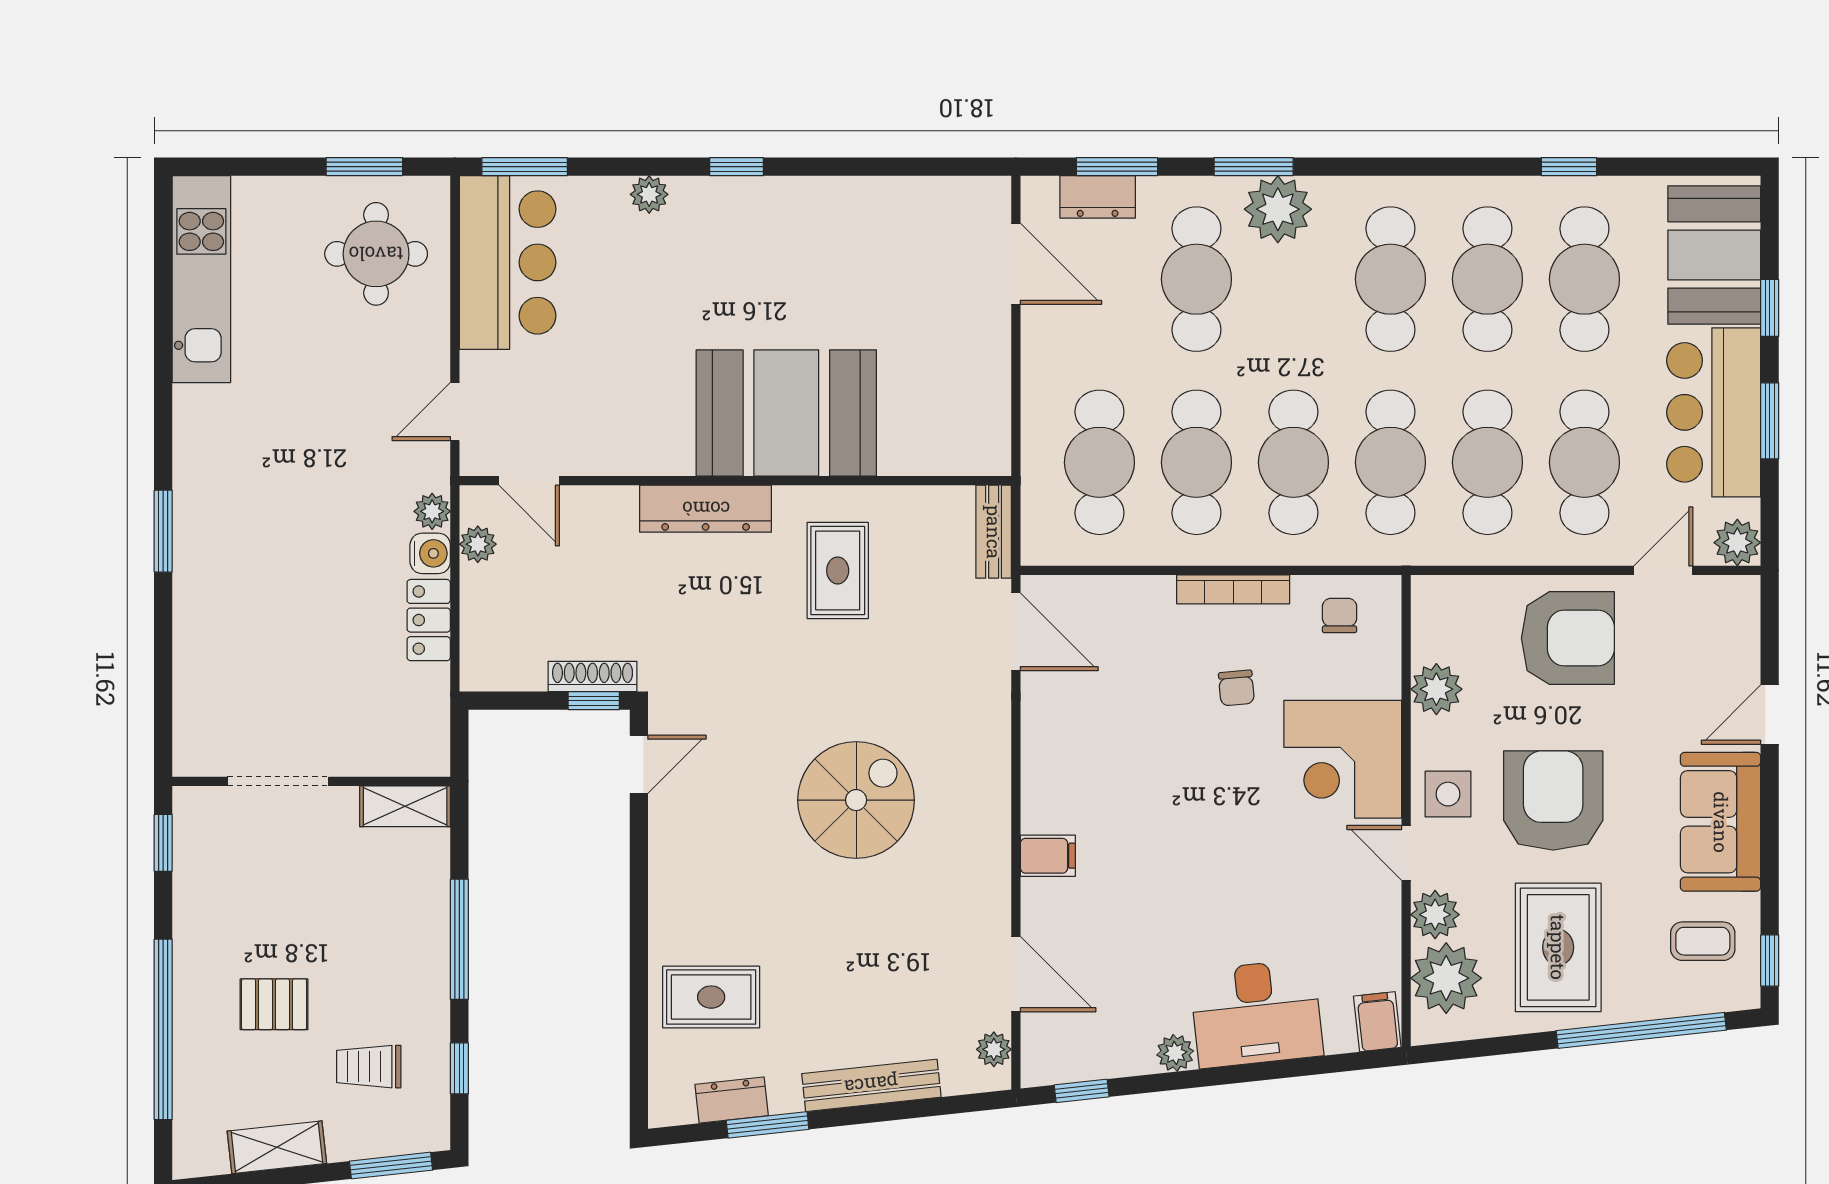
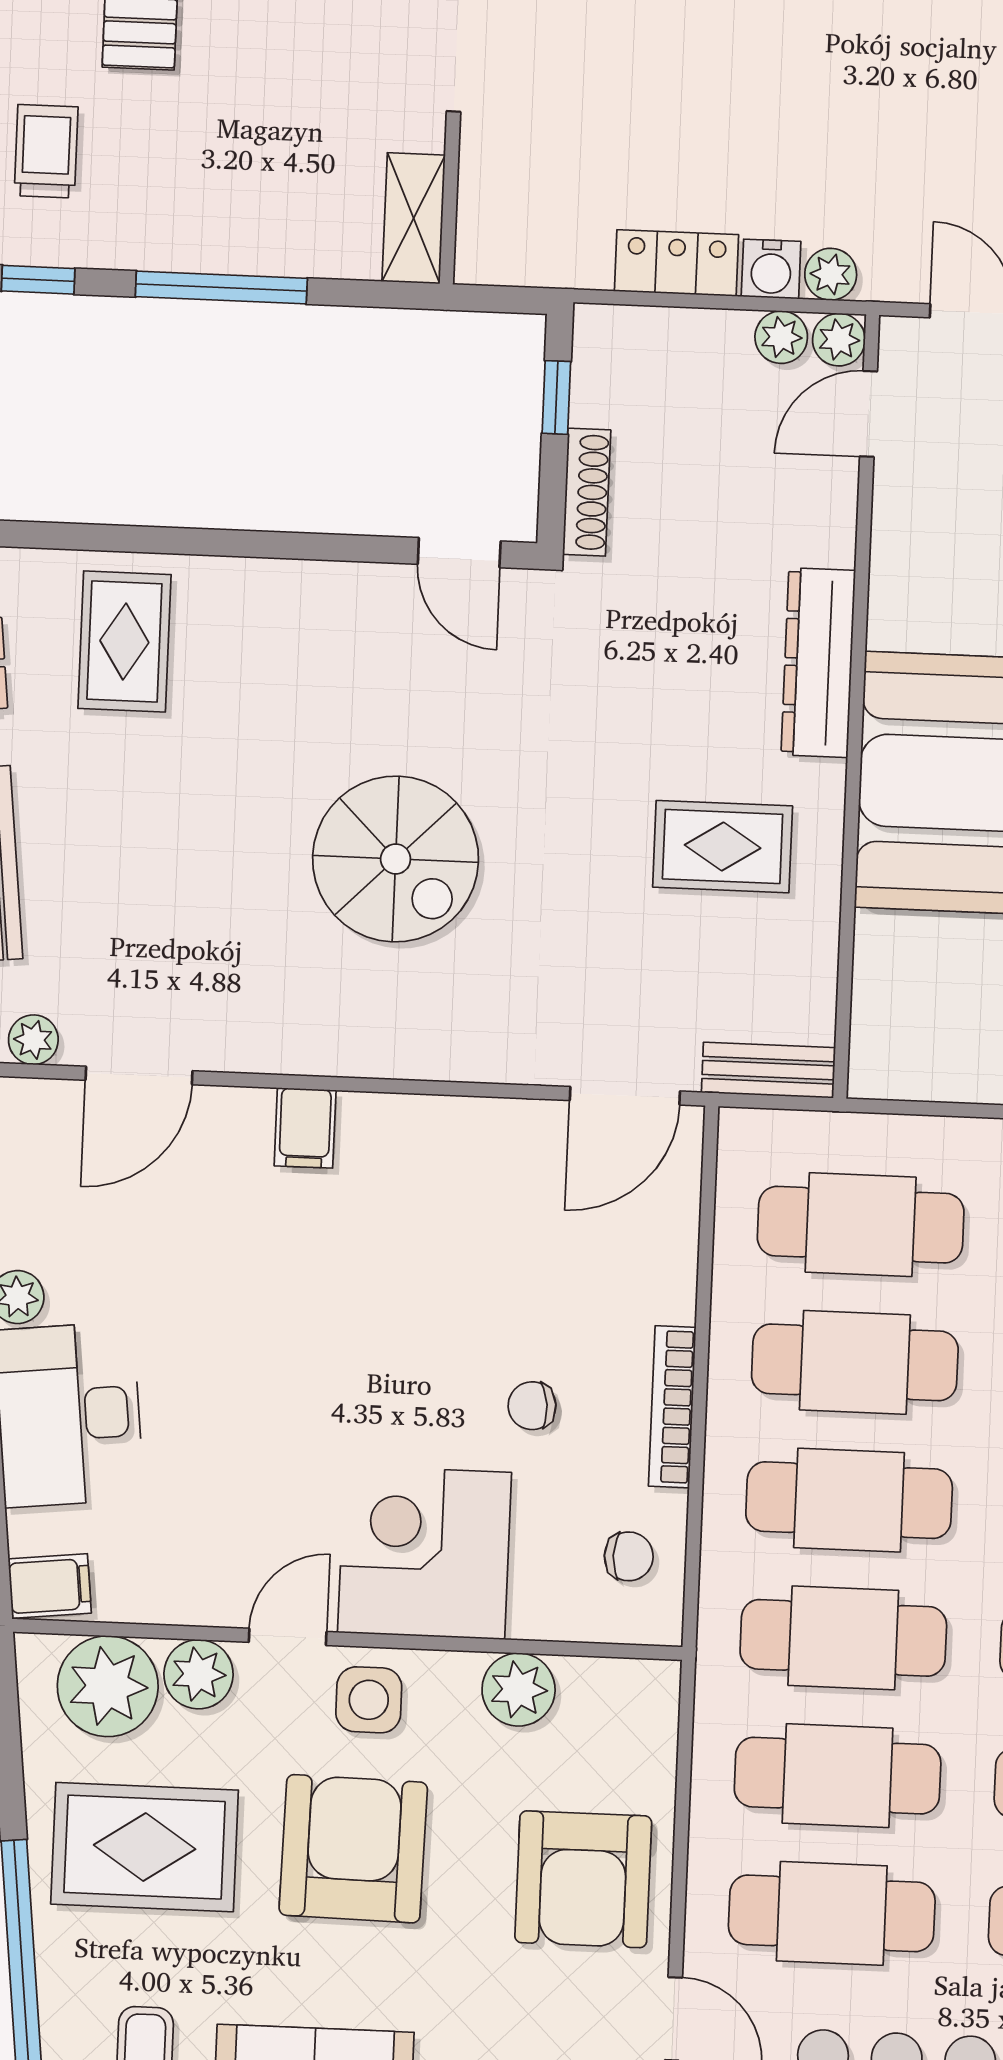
plant: (478, 504) -> (839, 340), added
window: (594, 701) -> (556, 397), moved
armchair: (1553, 801) -> (353, 1849), turned -89

